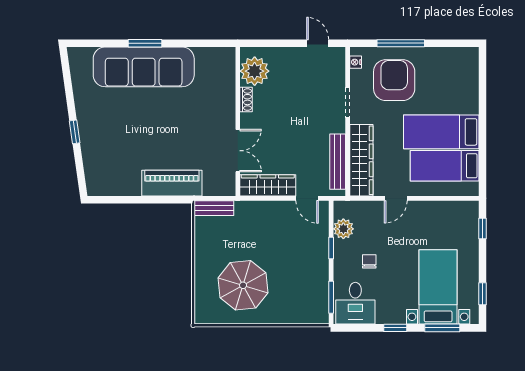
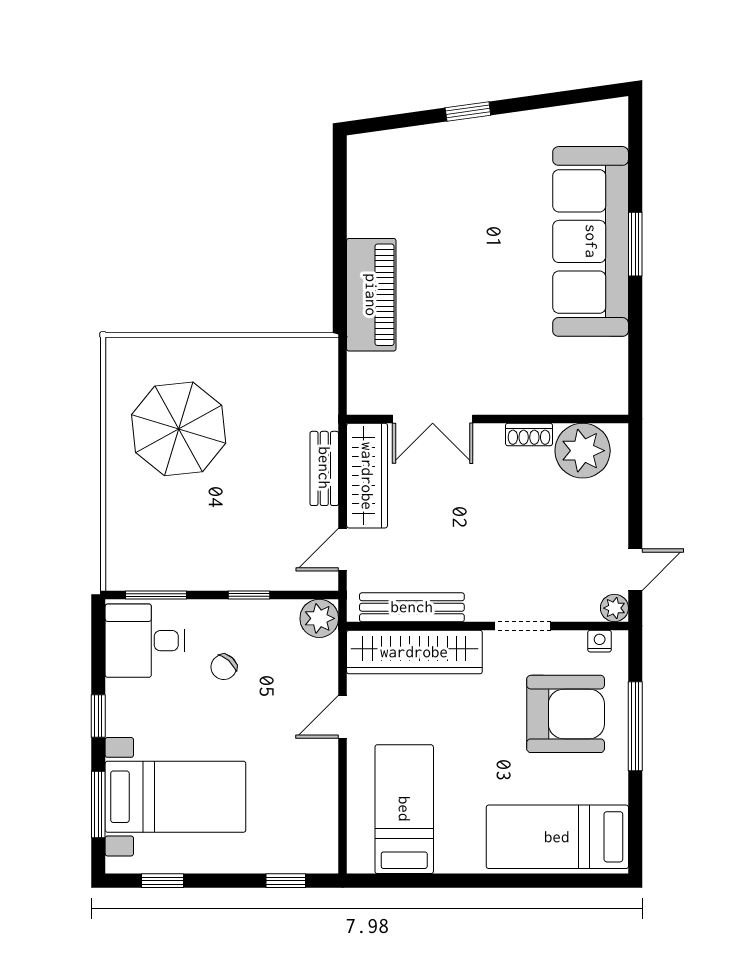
plant: (338, 54) -> (614, 608), added
bed: (441, 132) -> (557, 837), moved, turned -90
door: (396, 198) -> (343, 717), hinge flipped
bench: (214, 208) -> (324, 468), moved
plant: (343, 229) -> (319, 618), moved
chair: (369, 261) -> (224, 667), turned 132

